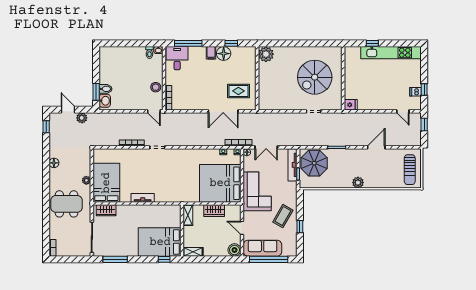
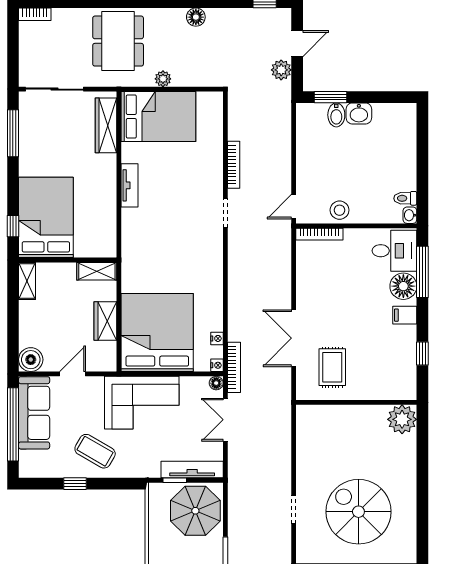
floor lamp: (224, 54) -> (403, 286), moved
washbasin: (105, 101) -> (359, 113), moved
wardrobe: (106, 210) -> (106, 125), width x1.50

